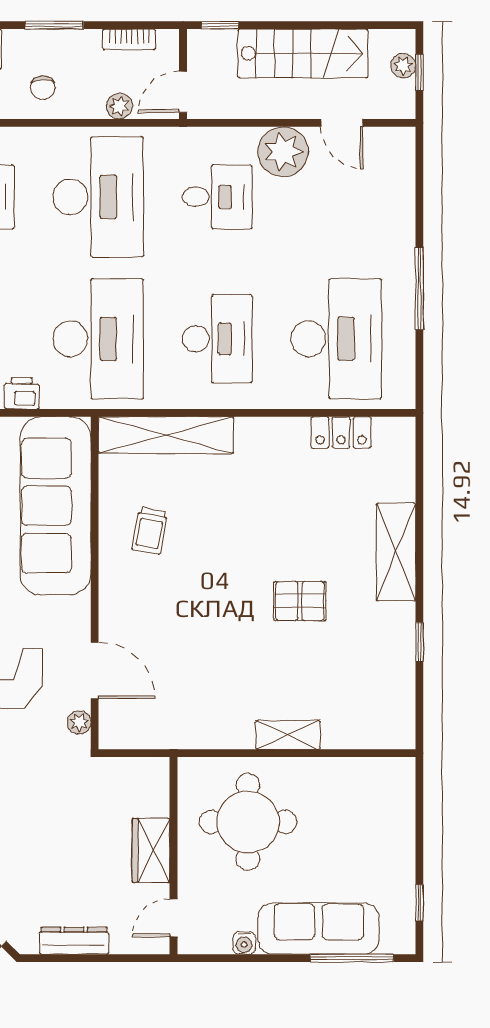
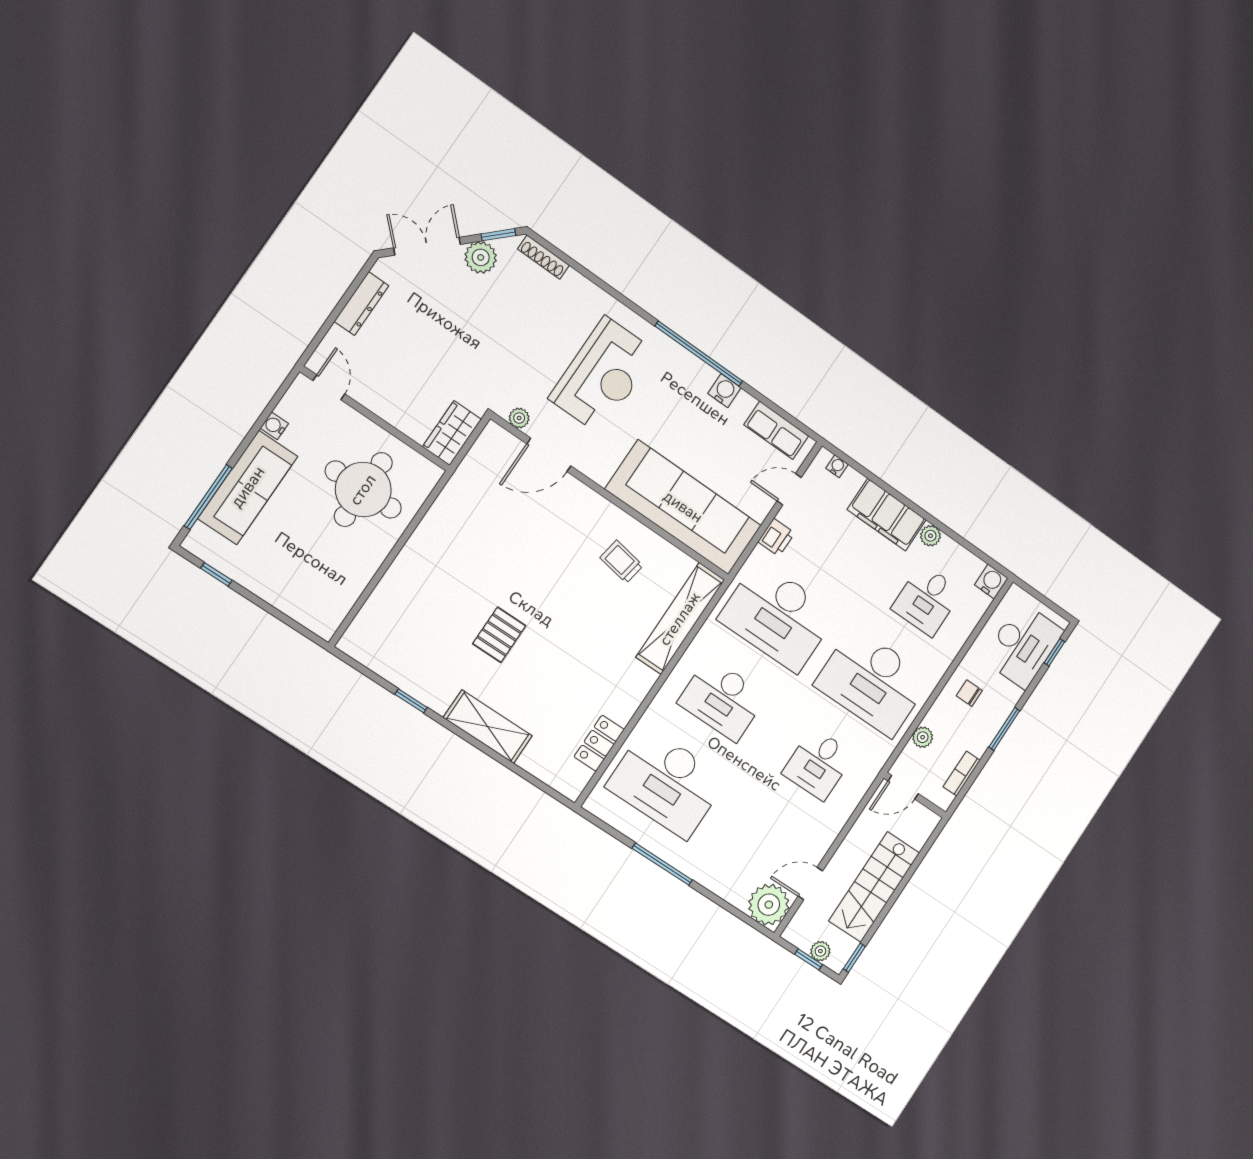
window: (220, 25) -> (854, 958), moved
door: (183, 92) -> (903, 787), swing flipped
plant: (283, 152) -> (769, 905), moved
shelving: (288, 735) -> (408, 561), removed
wardrobe: (151, 850) -> (452, 433), moved, turned -90

